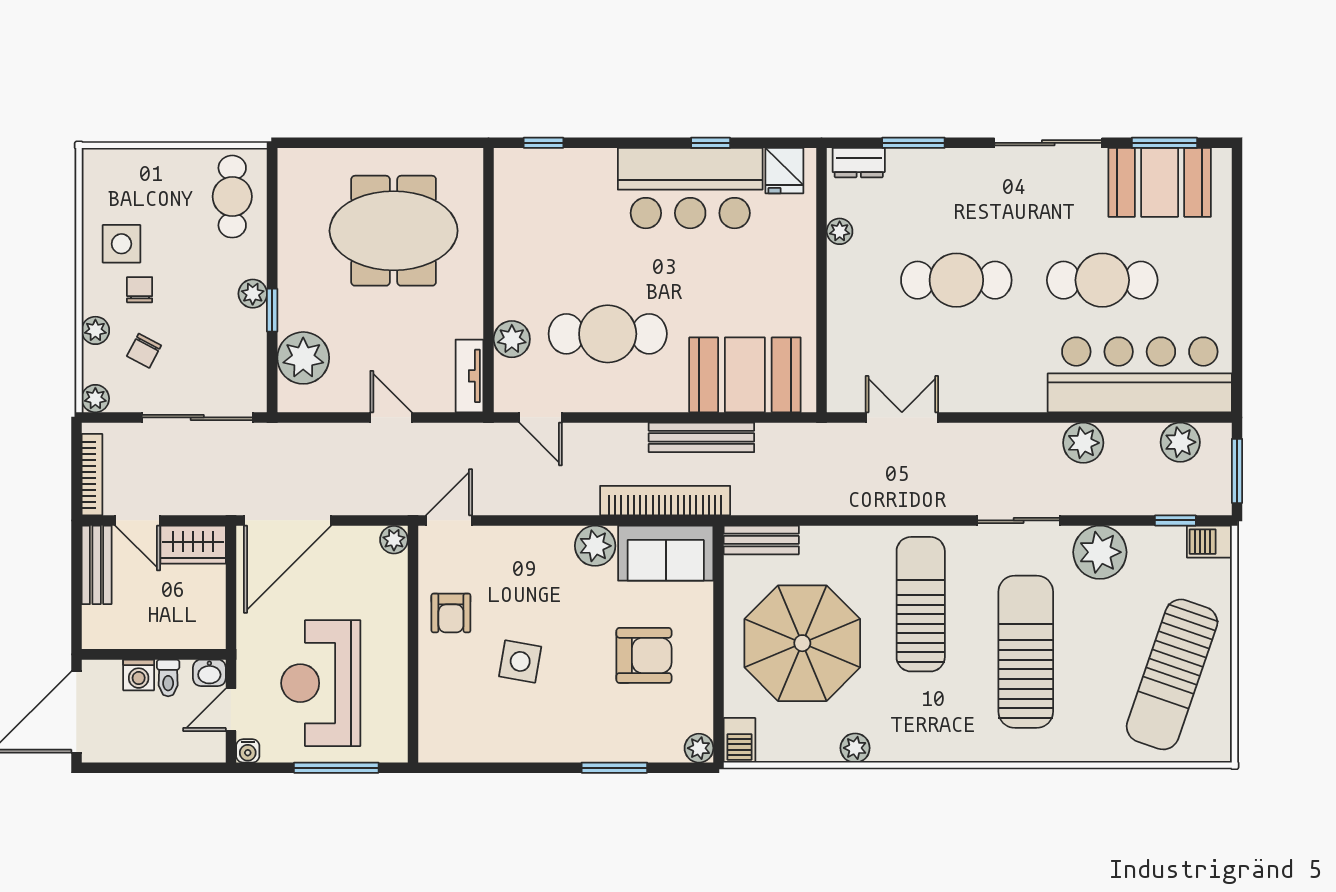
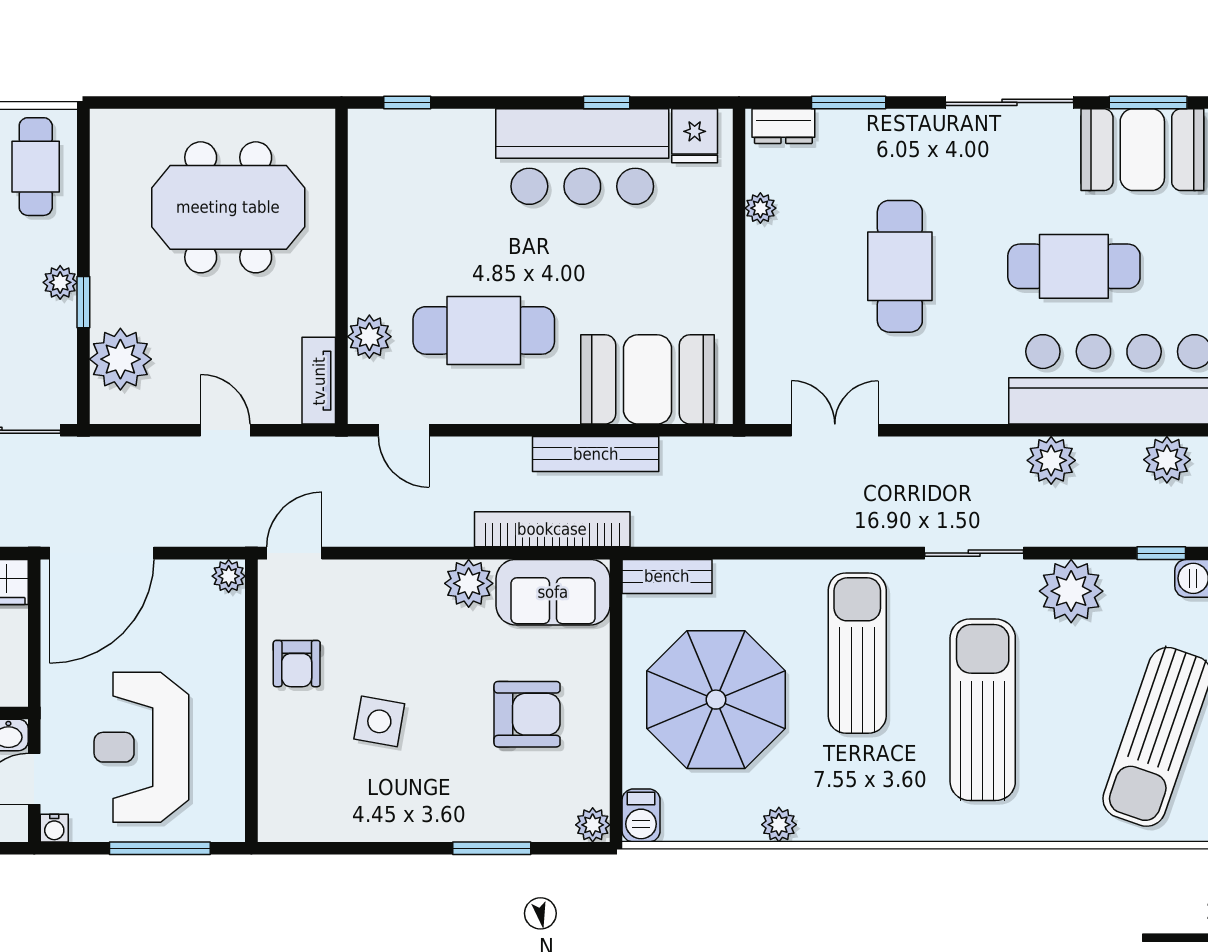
cafe table: (956, 280) -> (900, 266), turned 90

